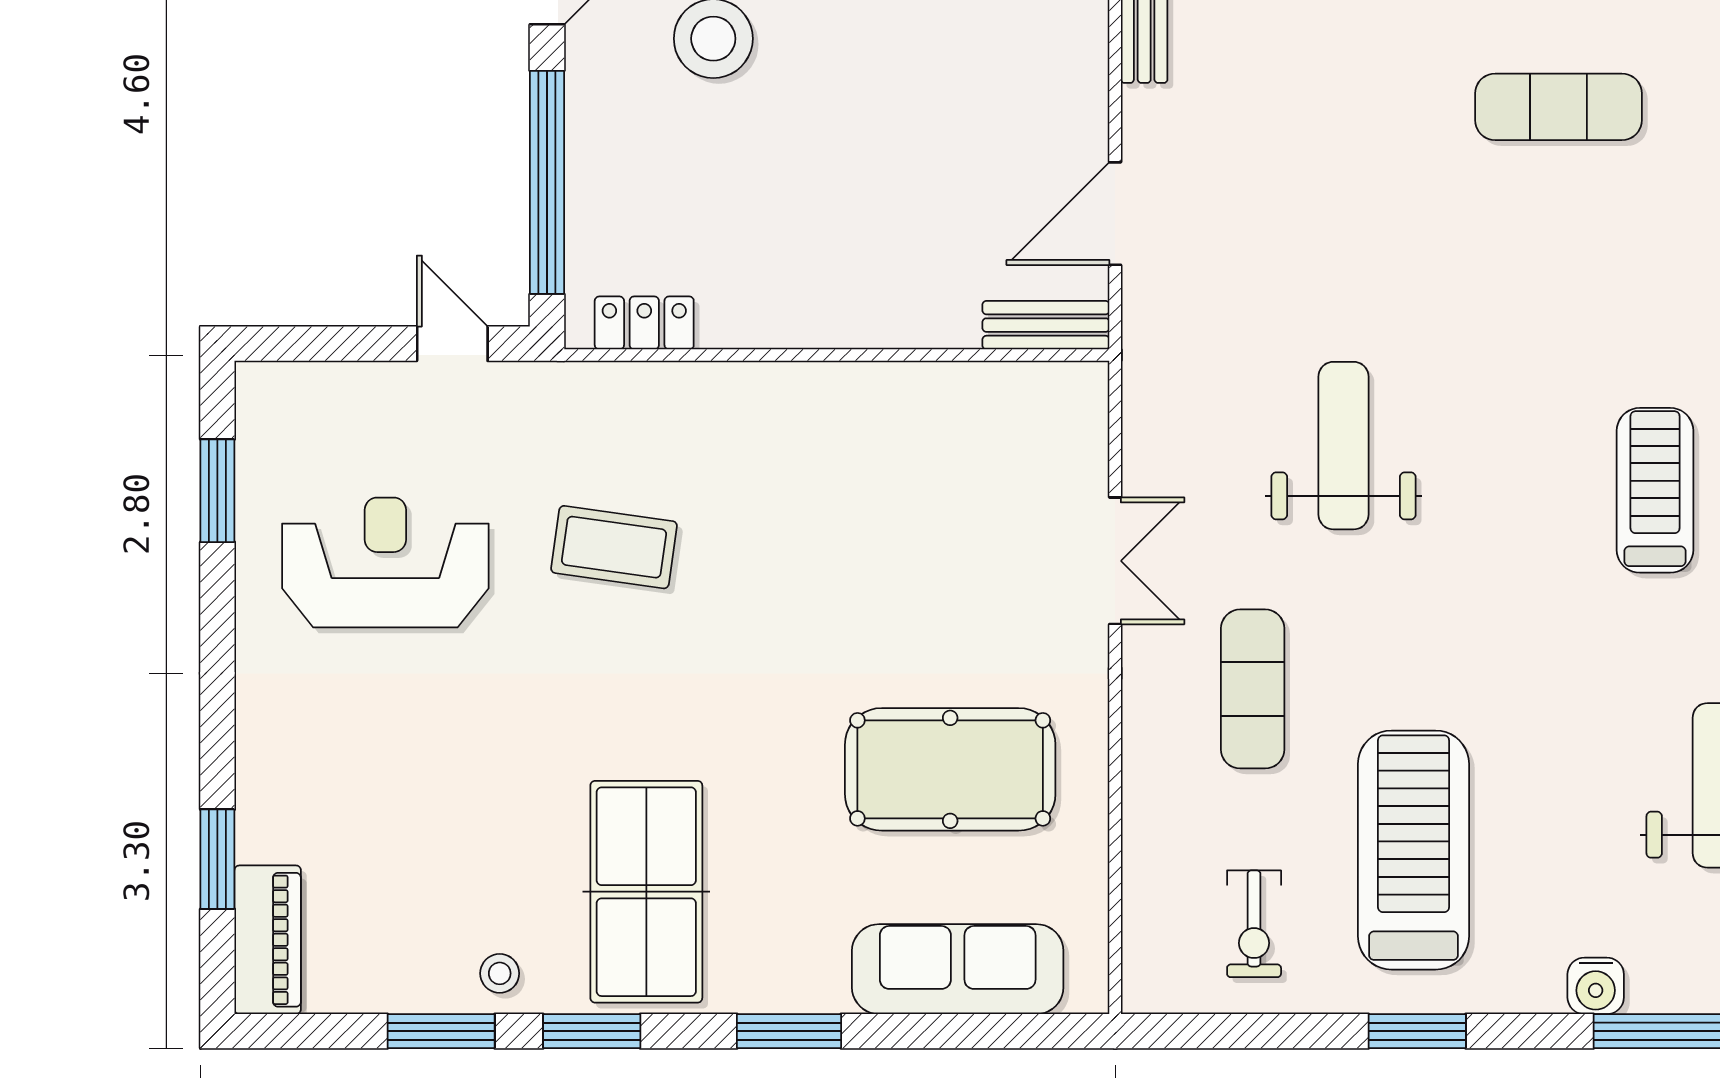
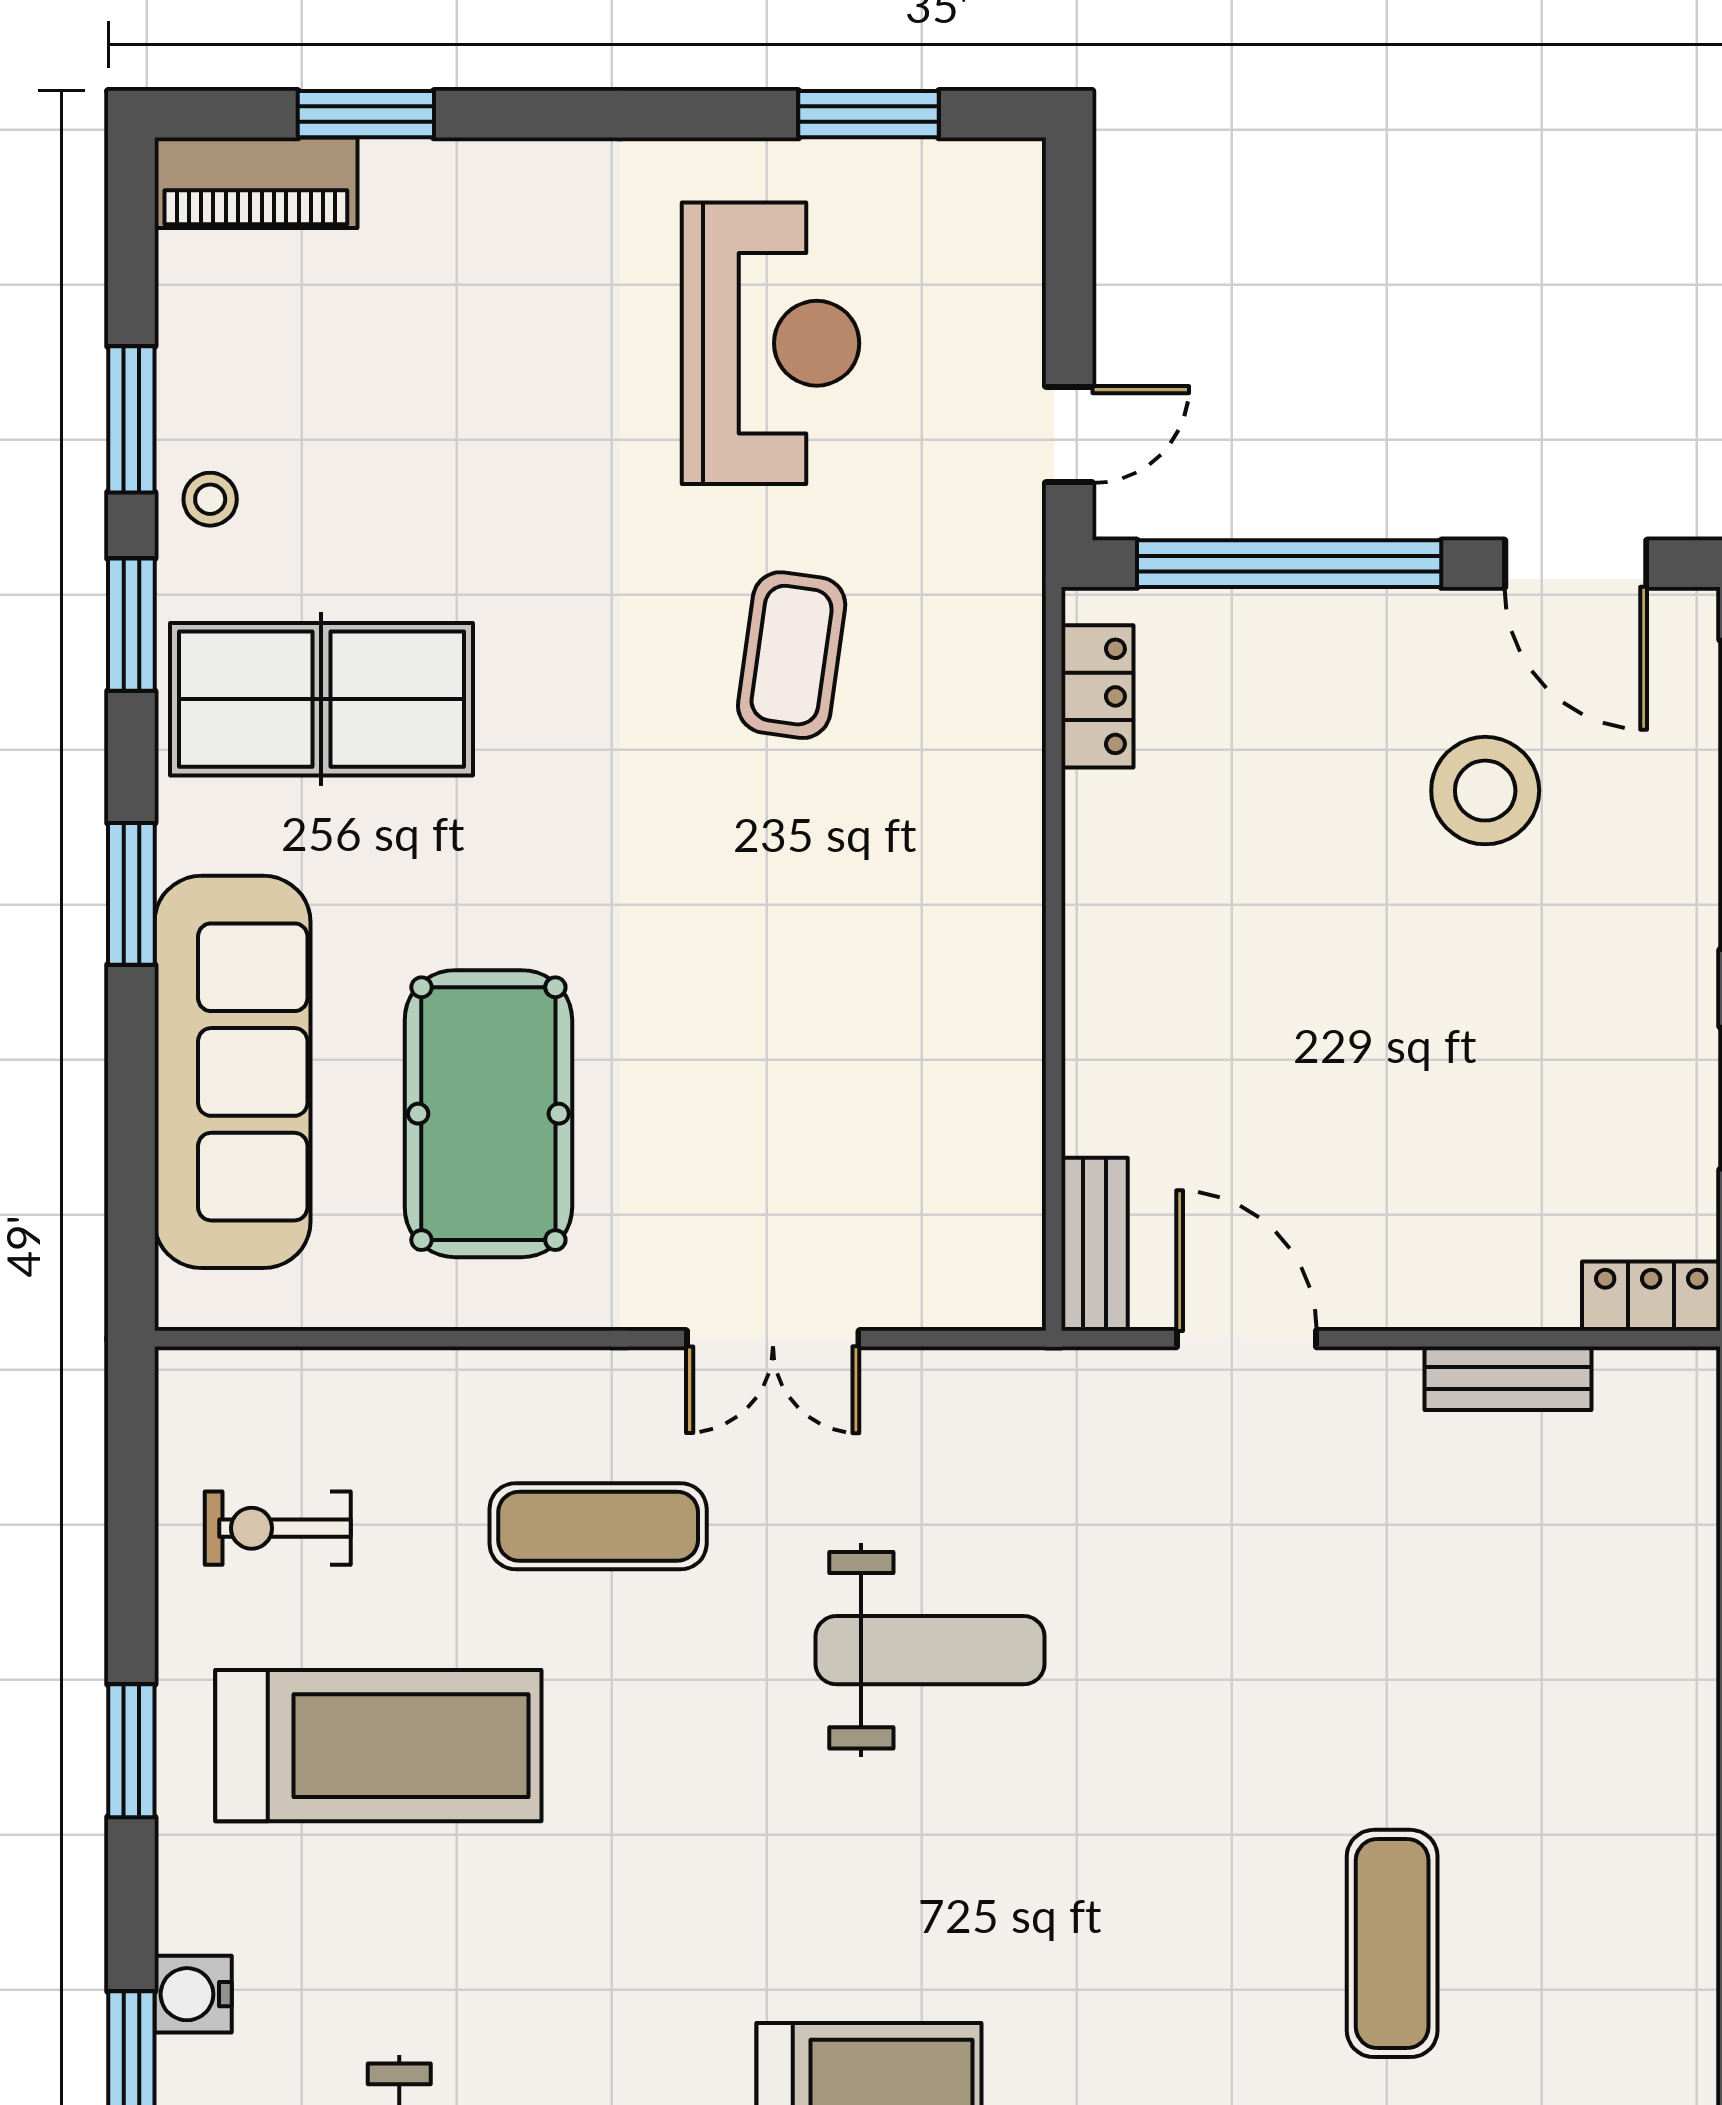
sofa: (958, 969) -> (233, 1072), width x1.36, depth x1.27

